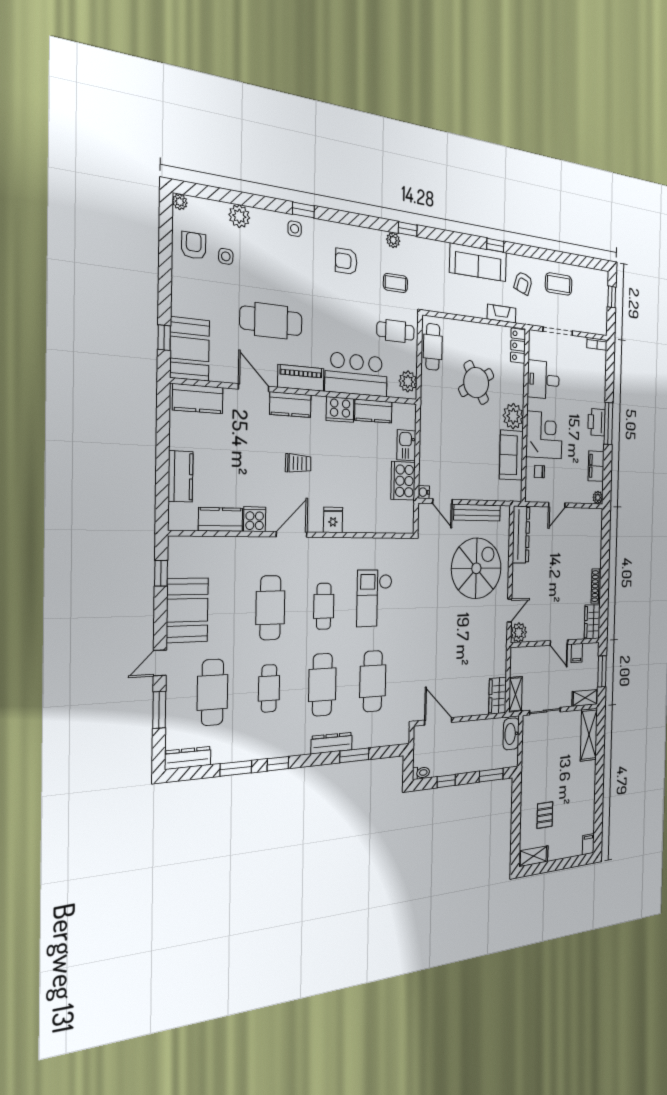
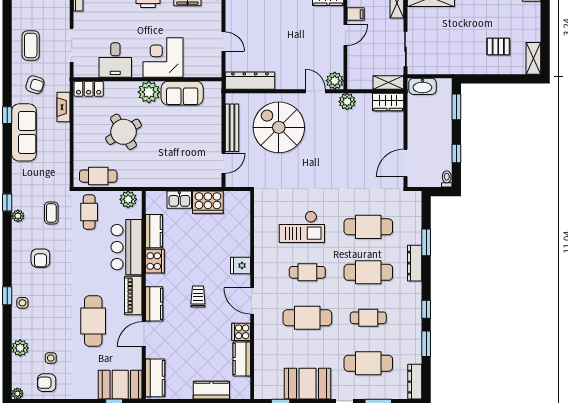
chair: (539, 472) -> (195, 62), removed
water cooler: (424, 492) -> (216, 182), removed
plant: (499, 648) -> (347, 102), added

